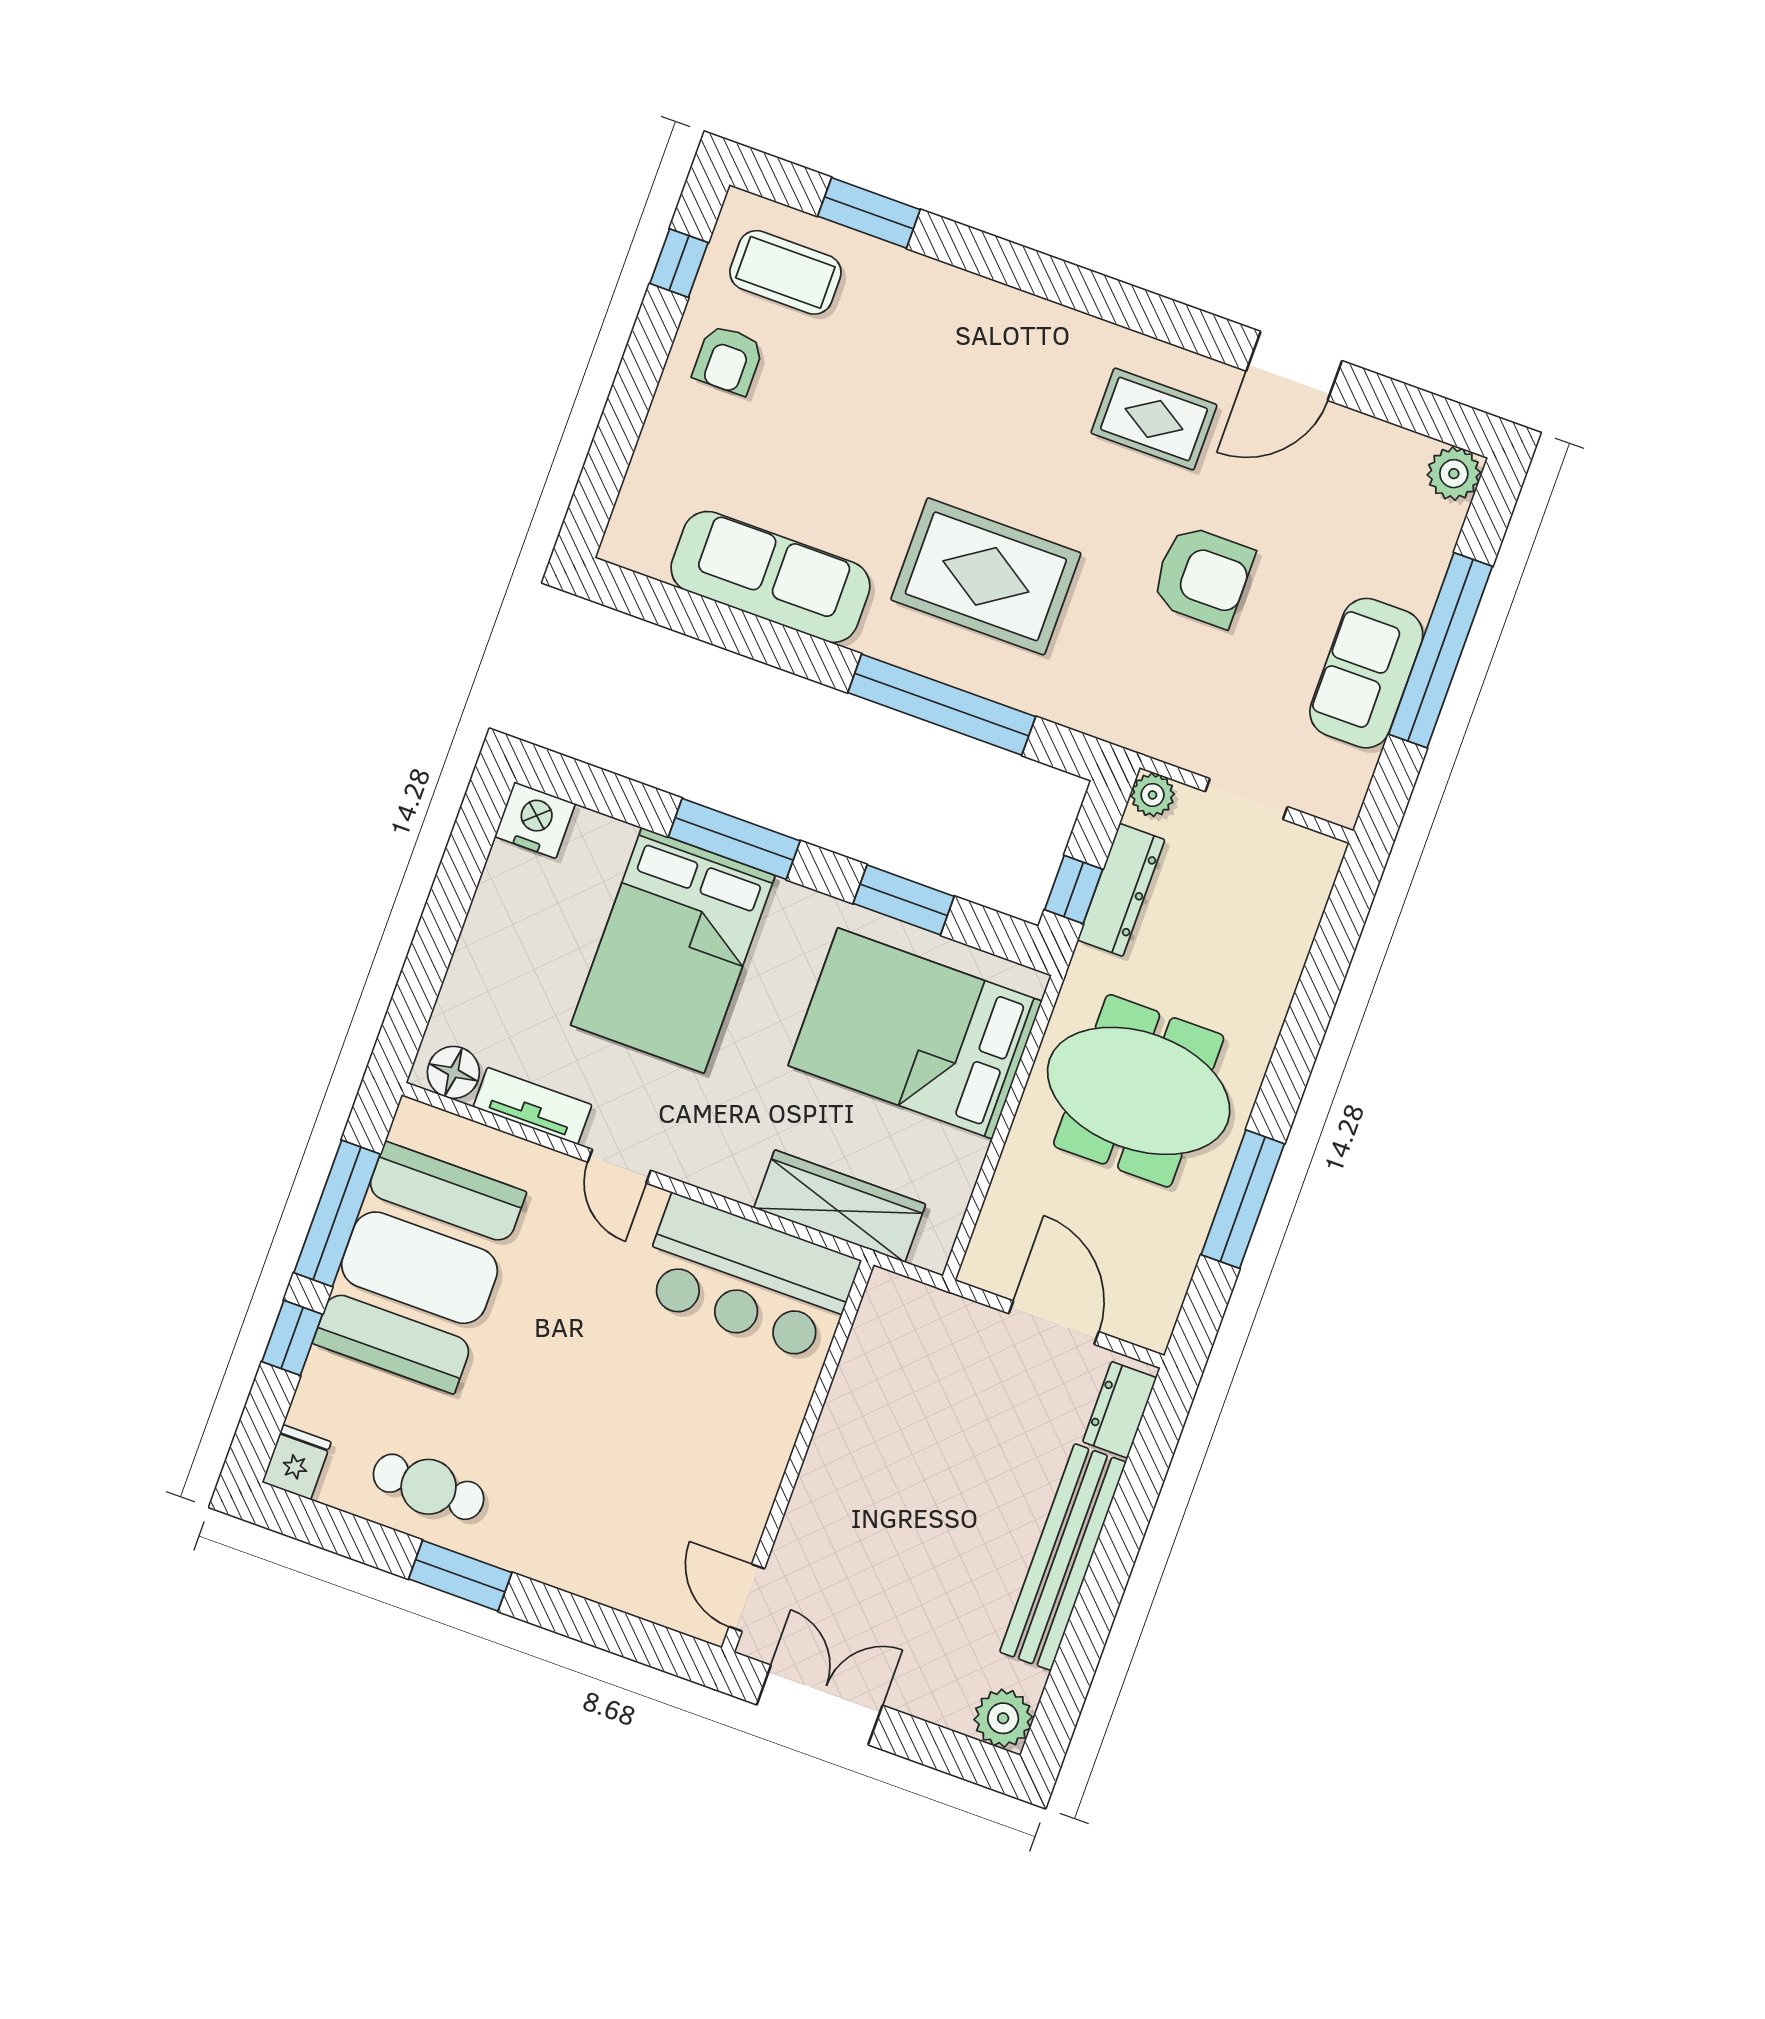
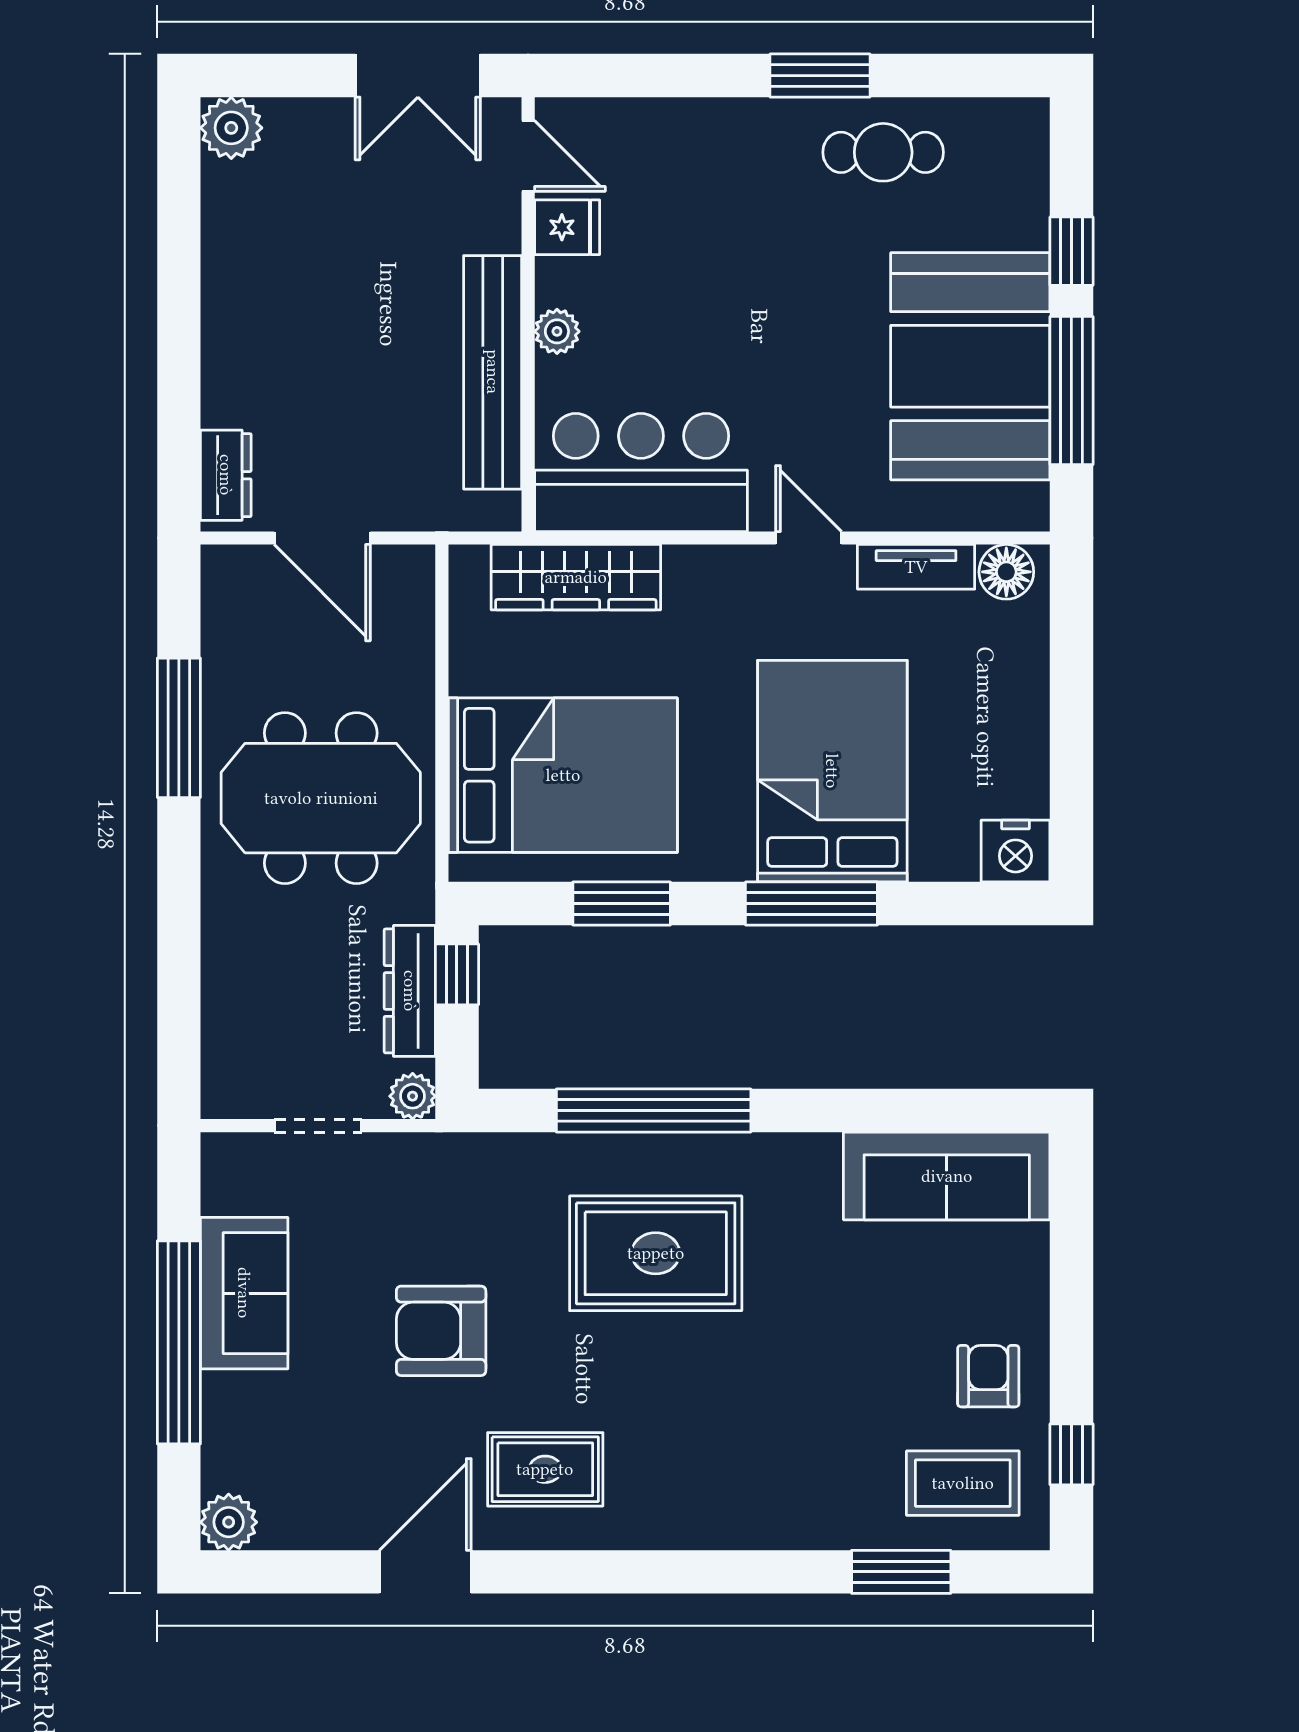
sofa: (770, 577) -> (947, 1176), moved
plant: (778, 1432) -> (557, 331), added
fridge: (297, 1462) -> (567, 227), moved, turned -90
bench: (1063, 1557) -> (493, 372), moved

